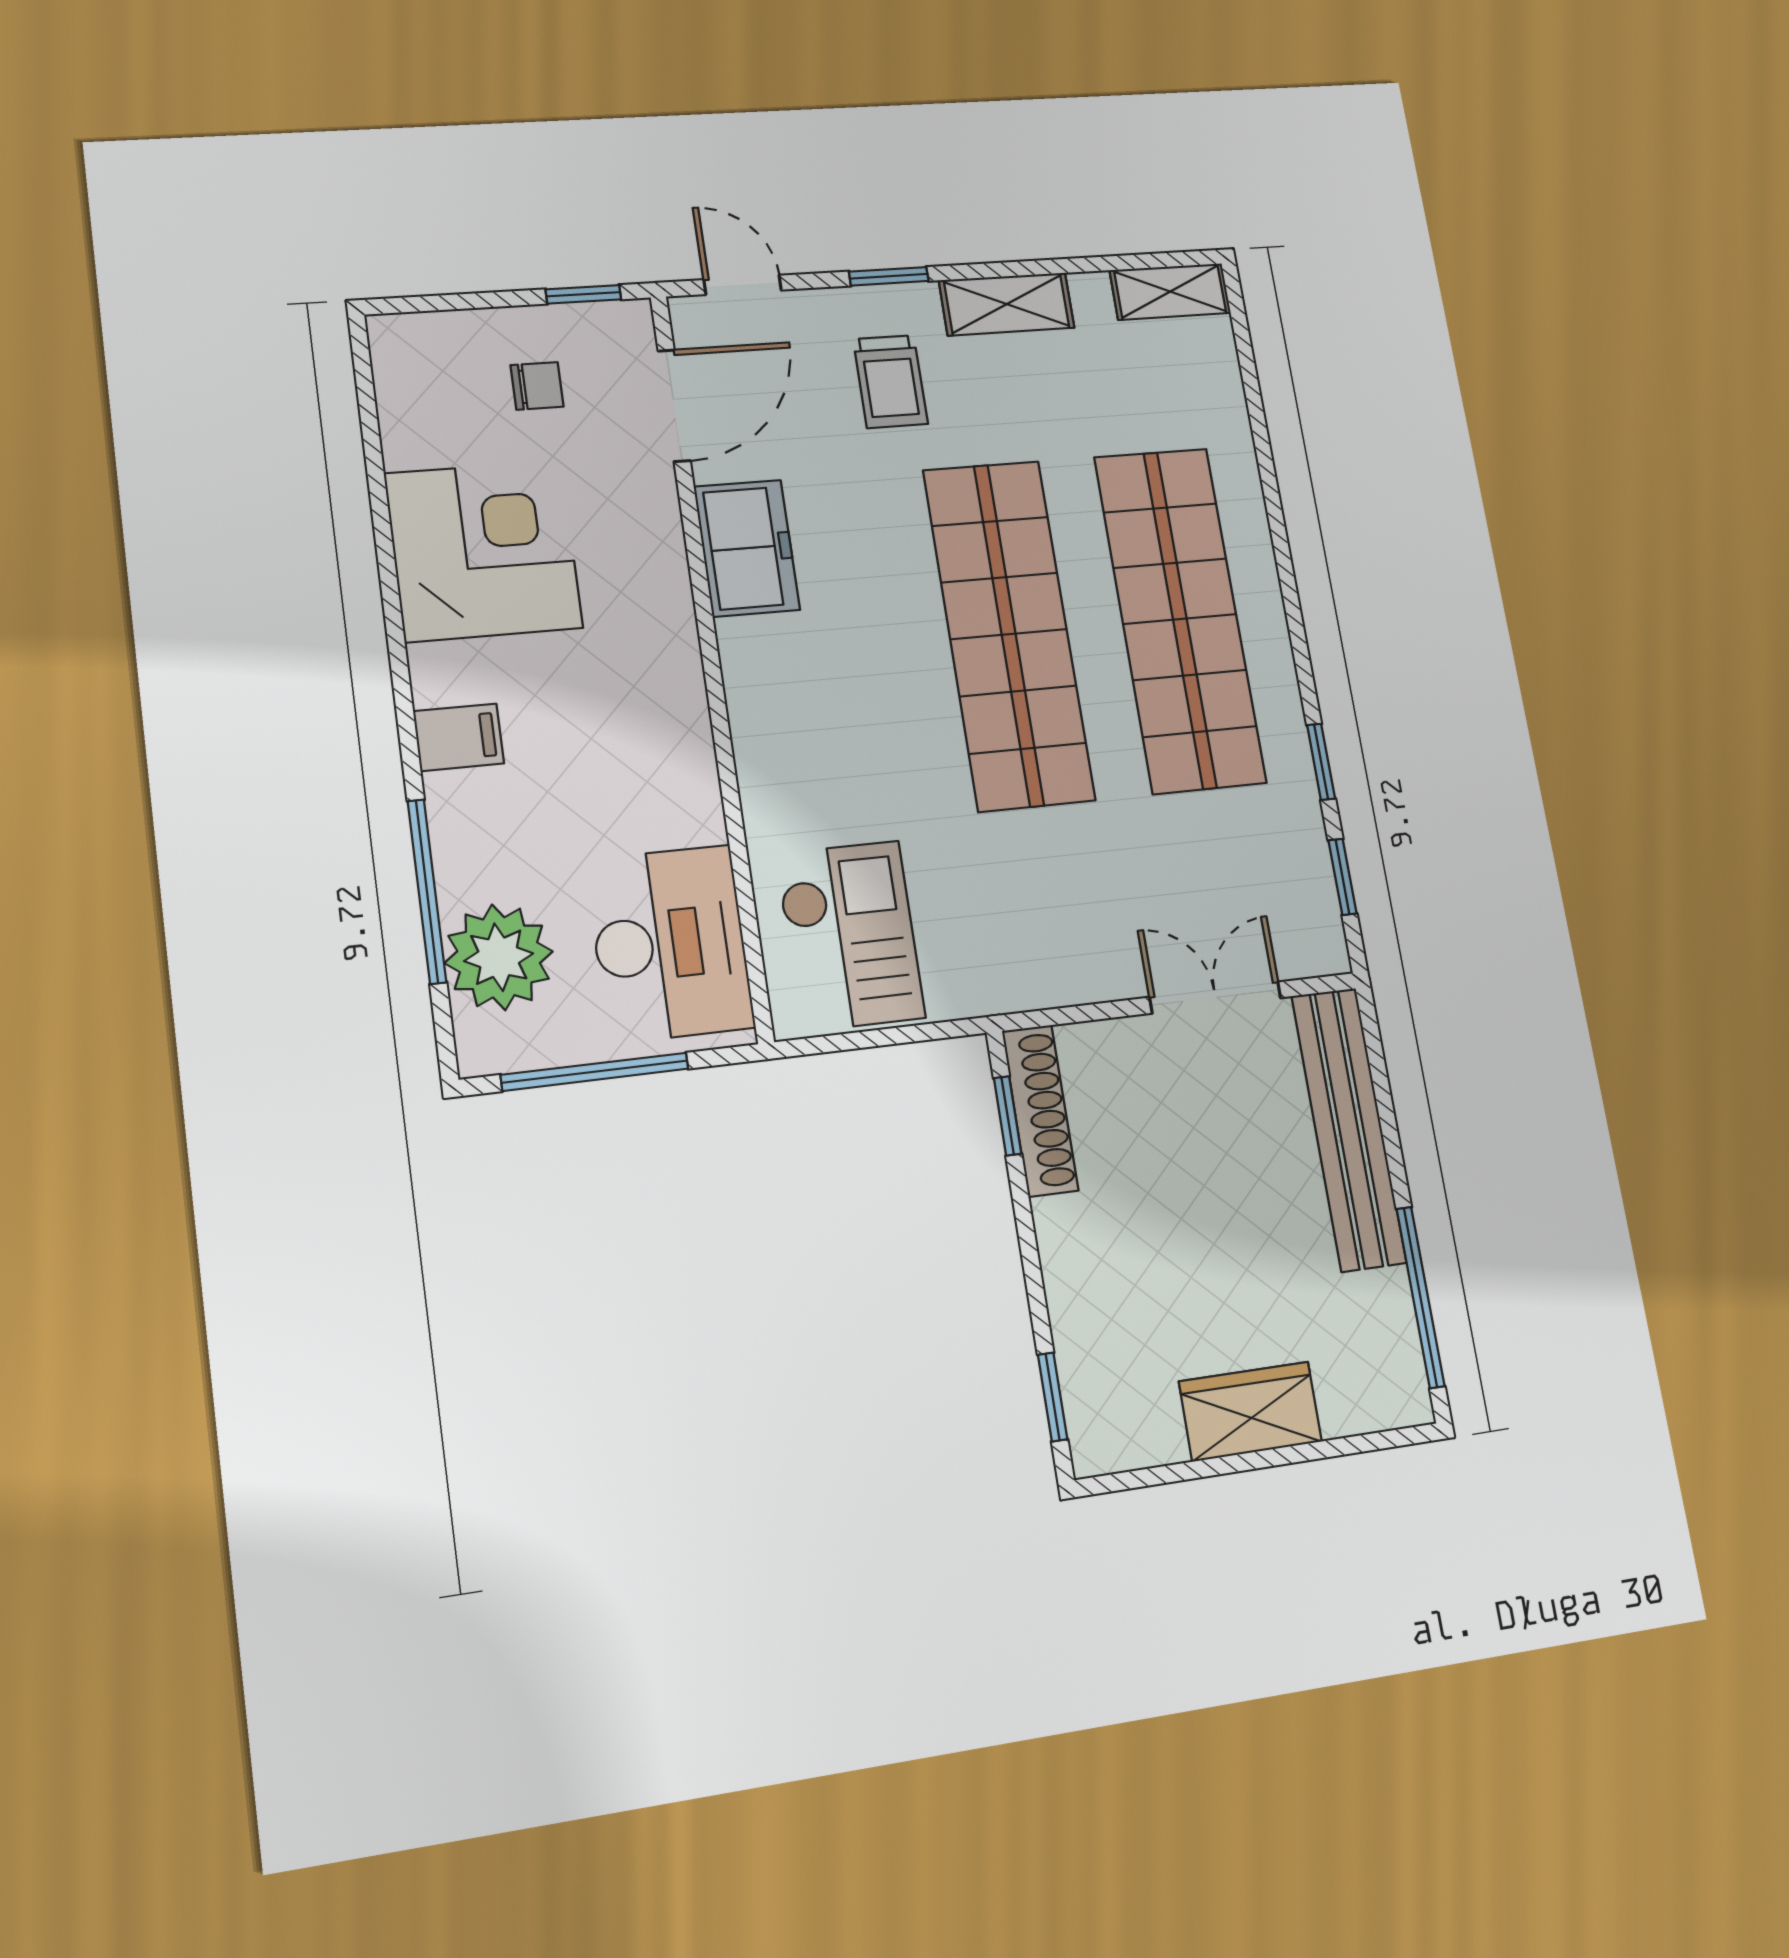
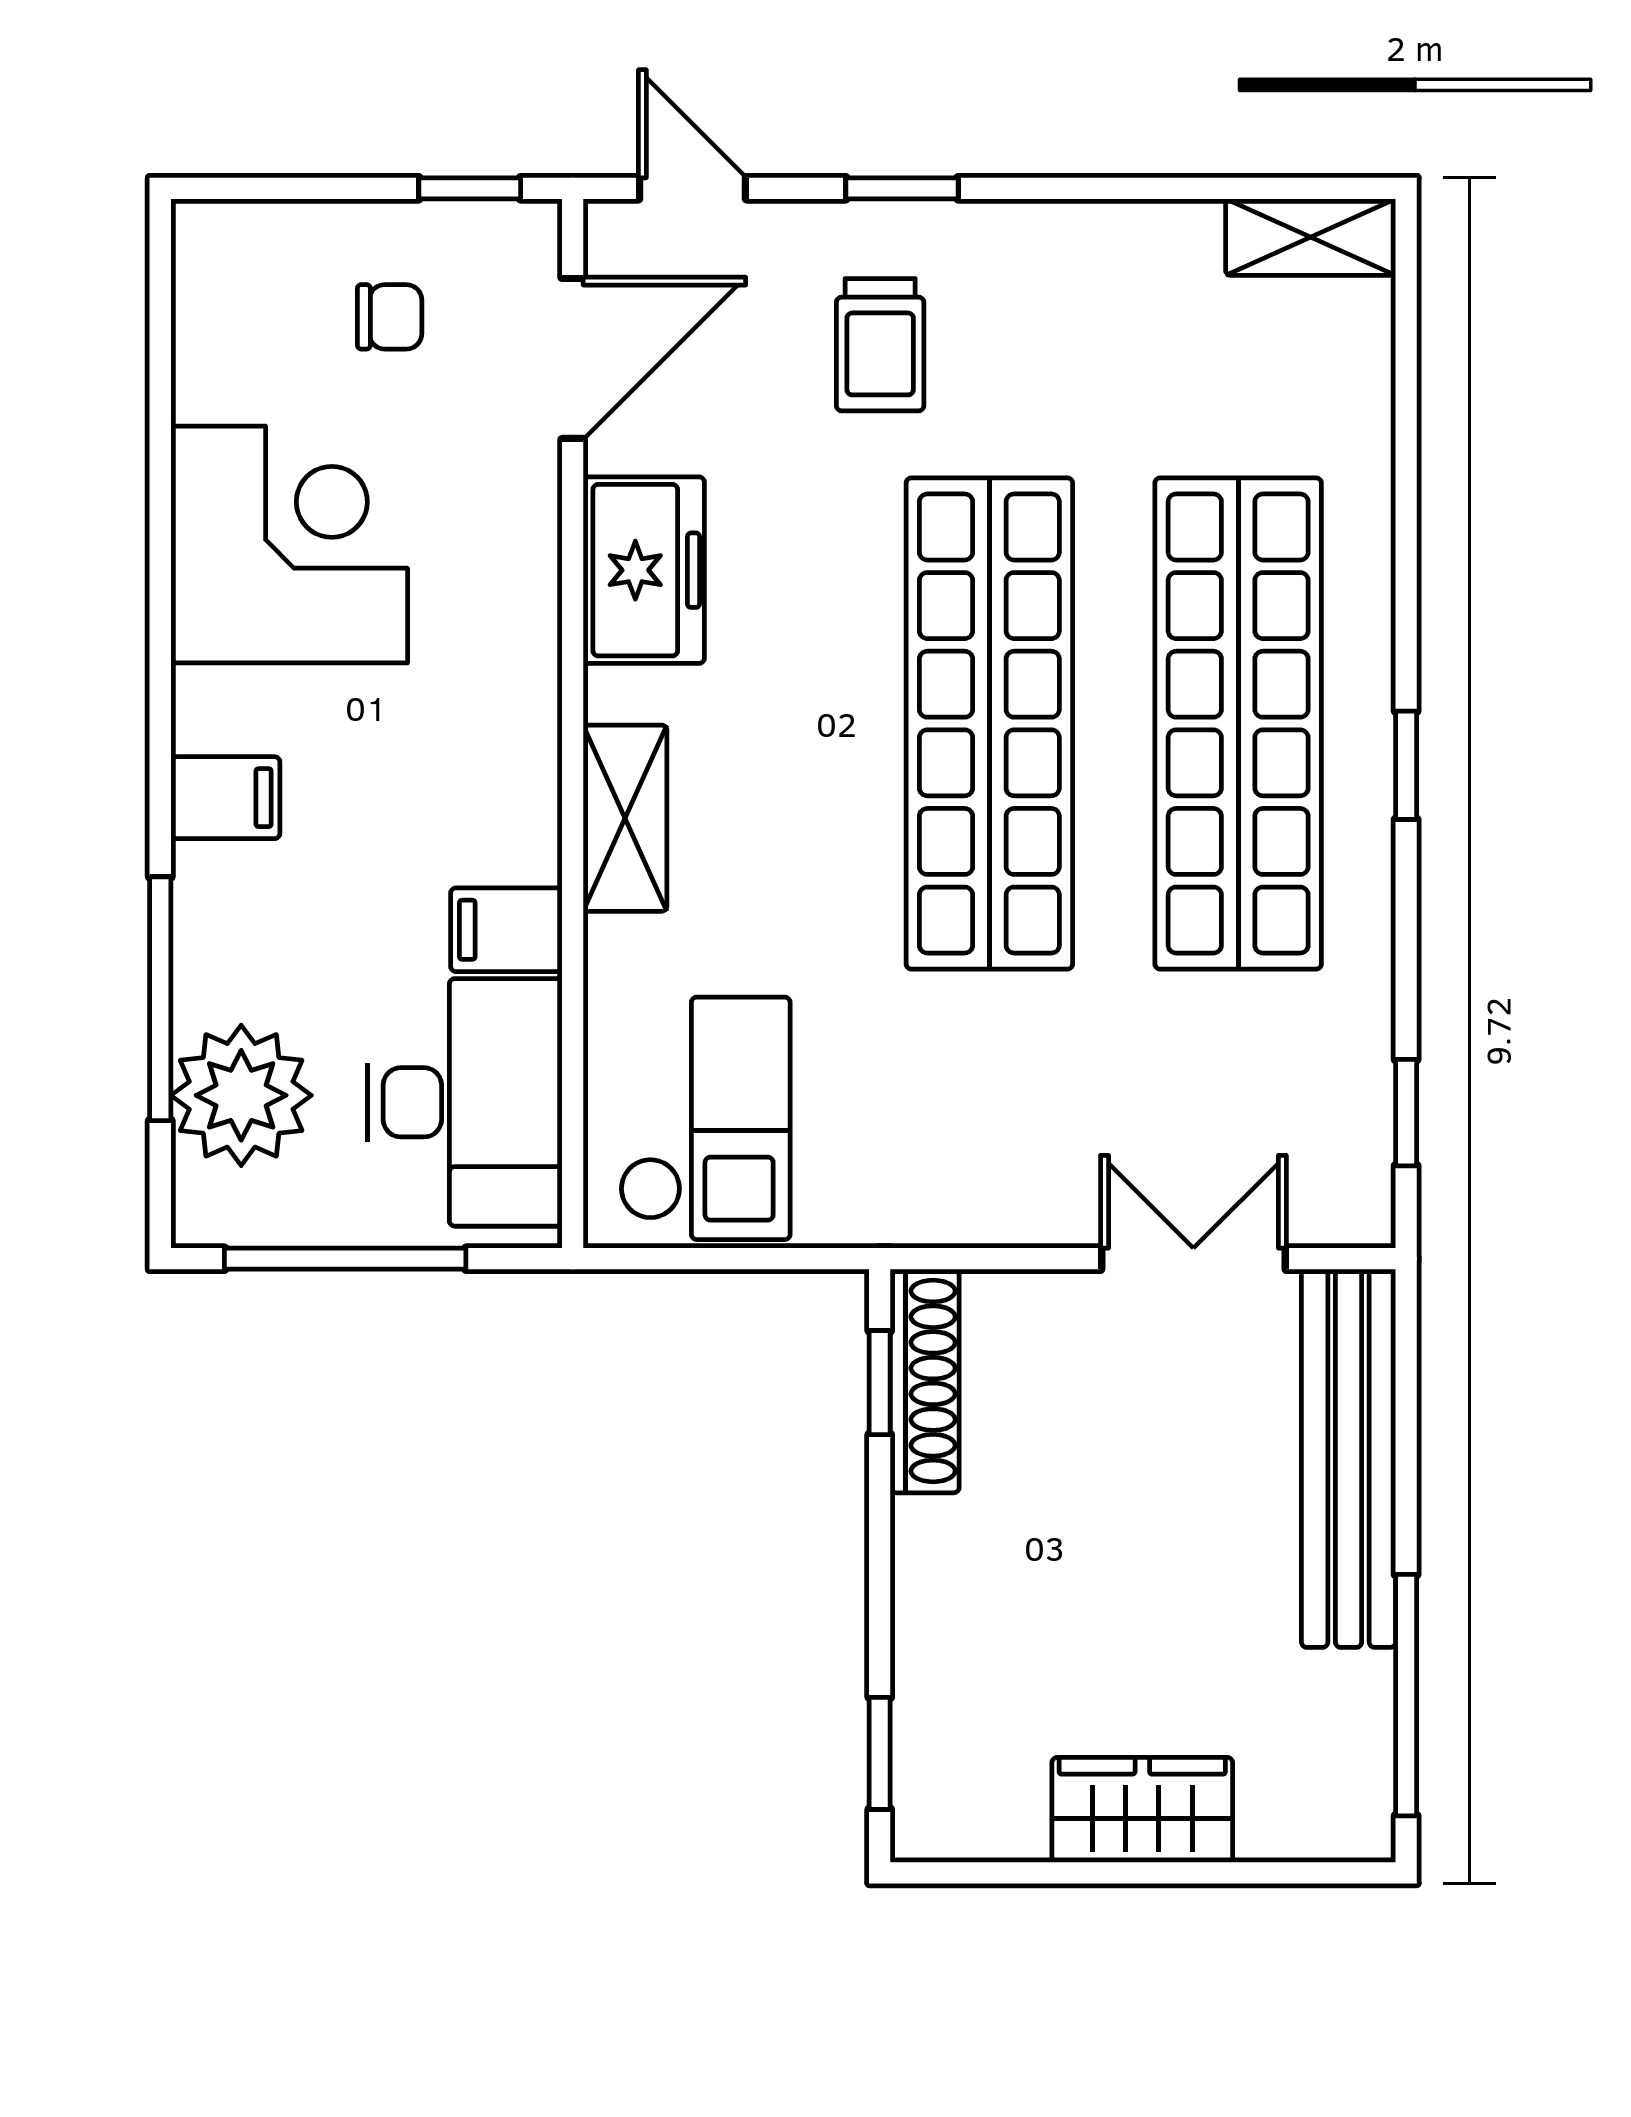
shelving: (1007, 304) -> (625, 818), moved, turned 90
window: (1321, 762) -> (1406, 765), moved
filing cabinet: (683, 813) -> (506, 930), added

